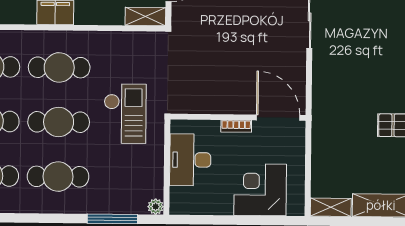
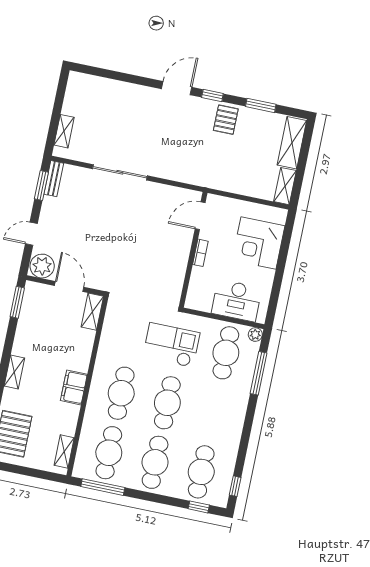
door: (278, 118) -> (200, 216), width x0.73
desk: (190, 160) -> (237, 301), moved
cafe table: (58, 177) -> (226, 353), moved

